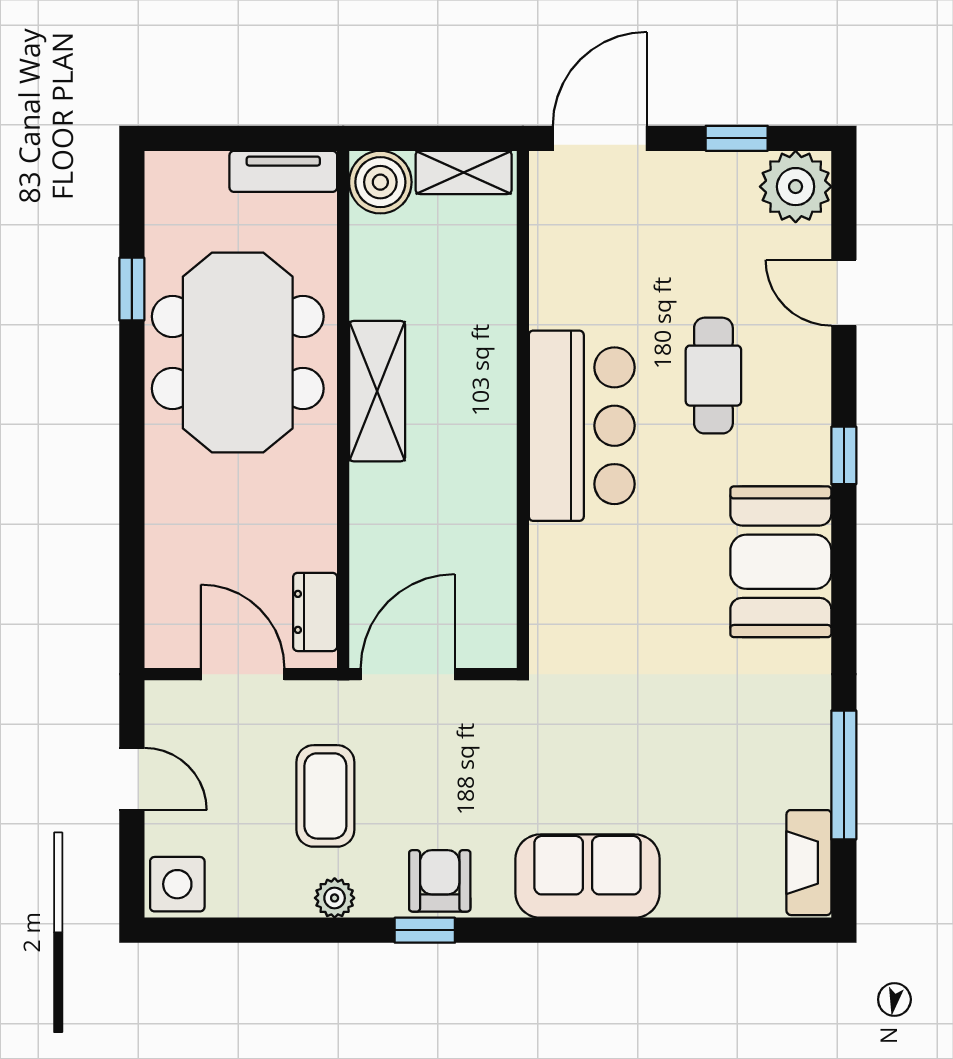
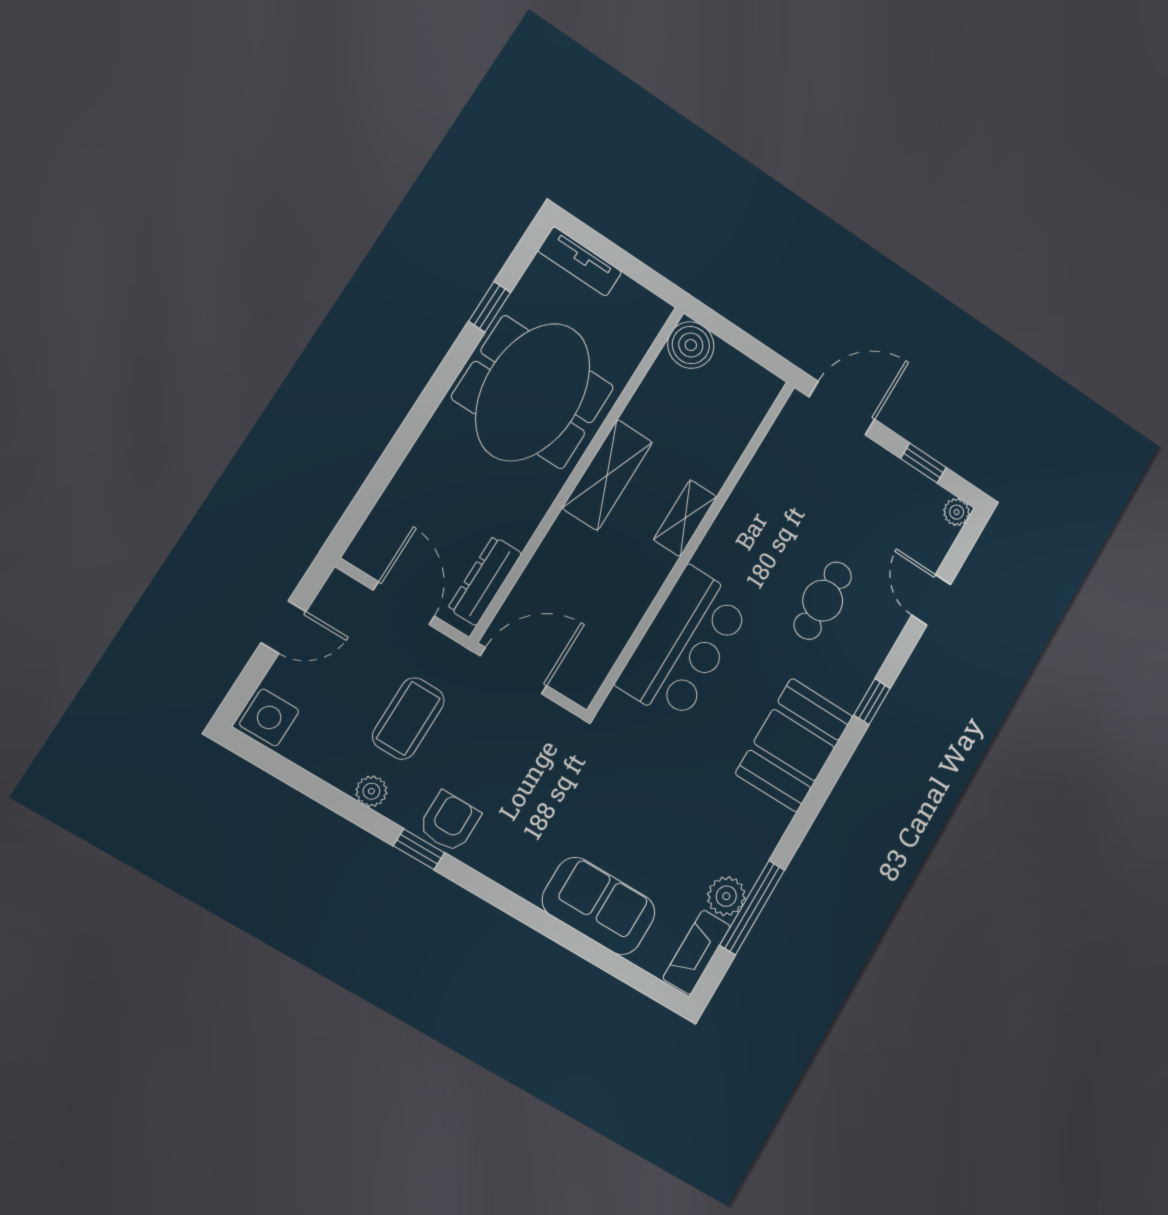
tv unit: (283, 171) -> (580, 261), moved
shelving: (464, 172) -> (685, 518), moved, turned 90
plant: (796, 187) -> (957, 512), width x0.53, depth x0.53
bar counter: (582, 426) -> (684, 644), moved
dresser: (315, 612) -> (485, 581), width x1.44
door: (132, 779) -> (283, 627), hinge flipped
plant: (805, 780) -> (726, 896), added
sofa: (588, 876) -> (599, 906), moved

